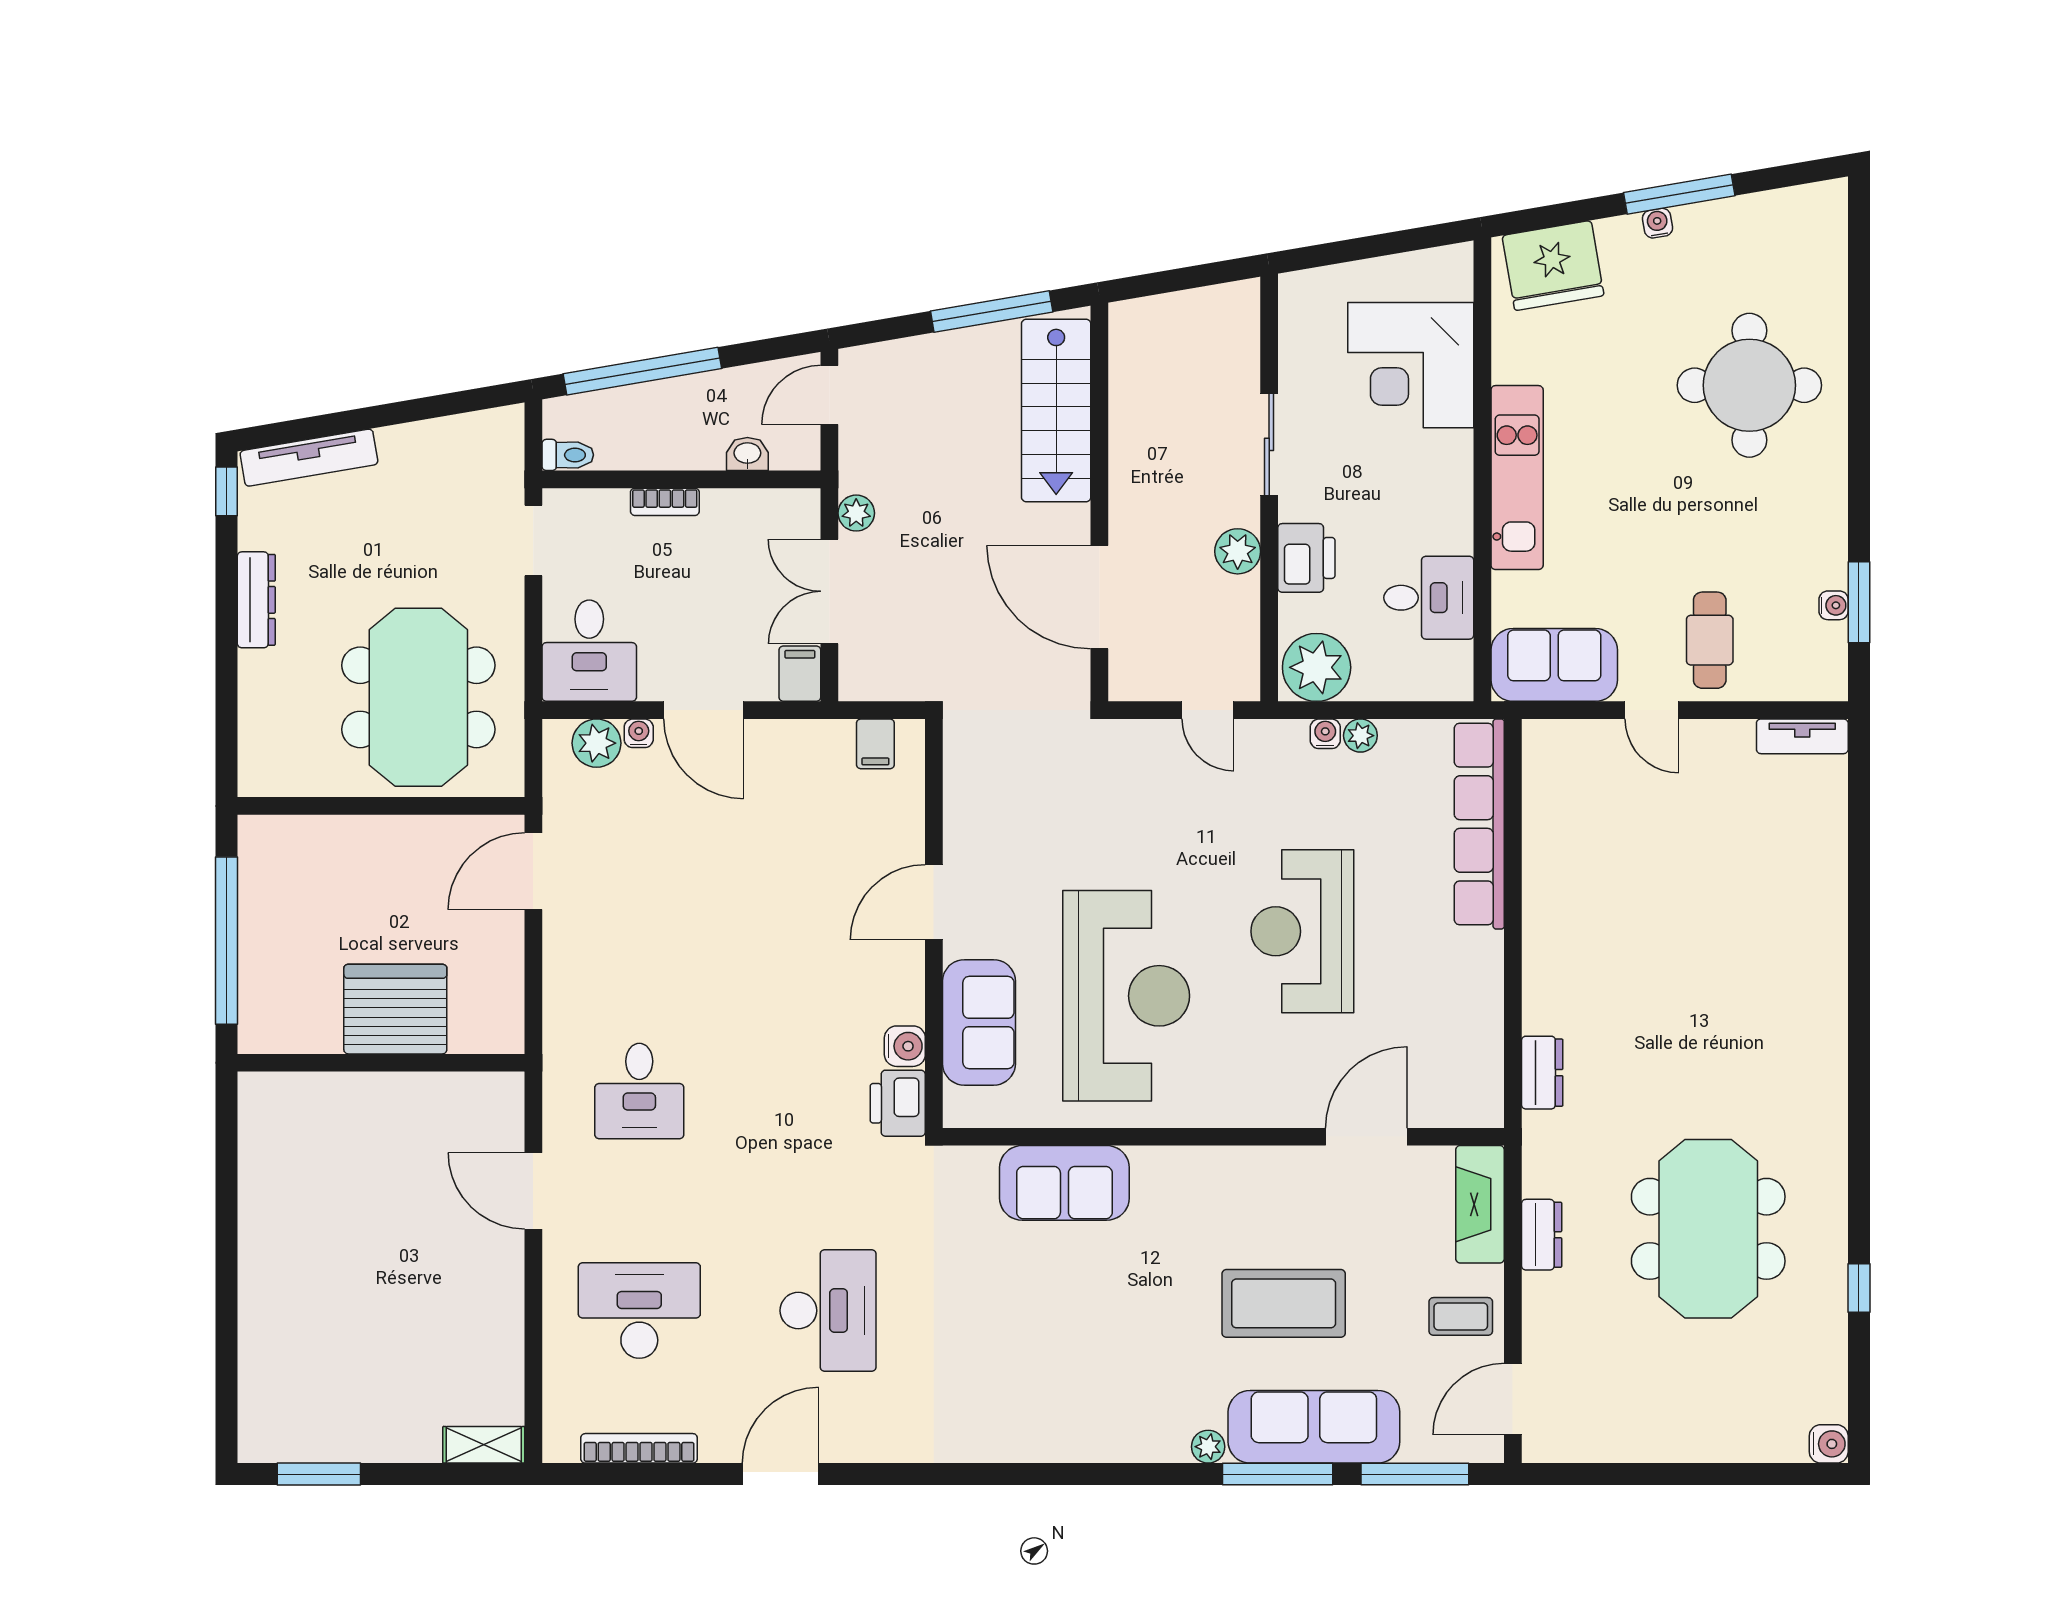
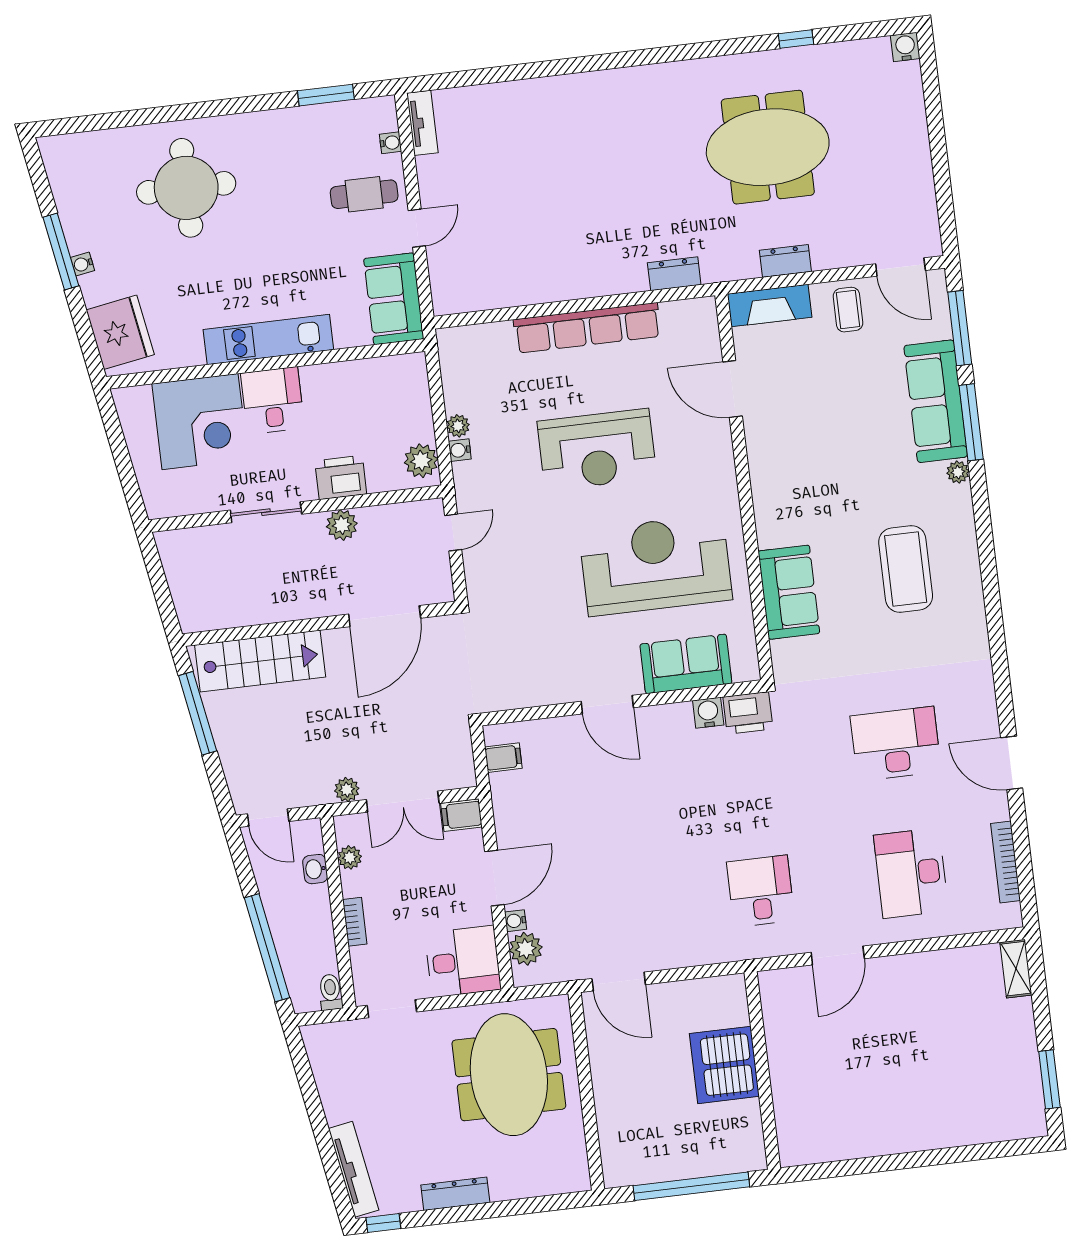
plant: (758, 506) -> (350, 857), added
desk: (1429, 598) -> (273, 400), moved
water cooler: (1834, 605) -> (391, 143), moved, turned 90
plant: (1317, 667) -> (421, 461), width x0.73, depth x0.73
meeting table: (418, 697) -> (509, 1075), turned 90
row of seats: (1479, 824) -> (587, 328), moved
desk: (639, 1091) -> (761, 891), turned -90
coffee table: (1284, 1303) -> (906, 569), moved

